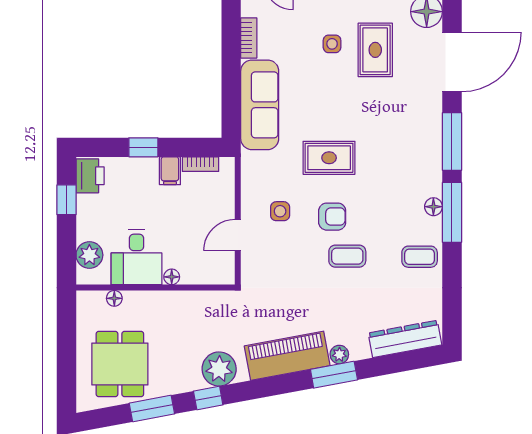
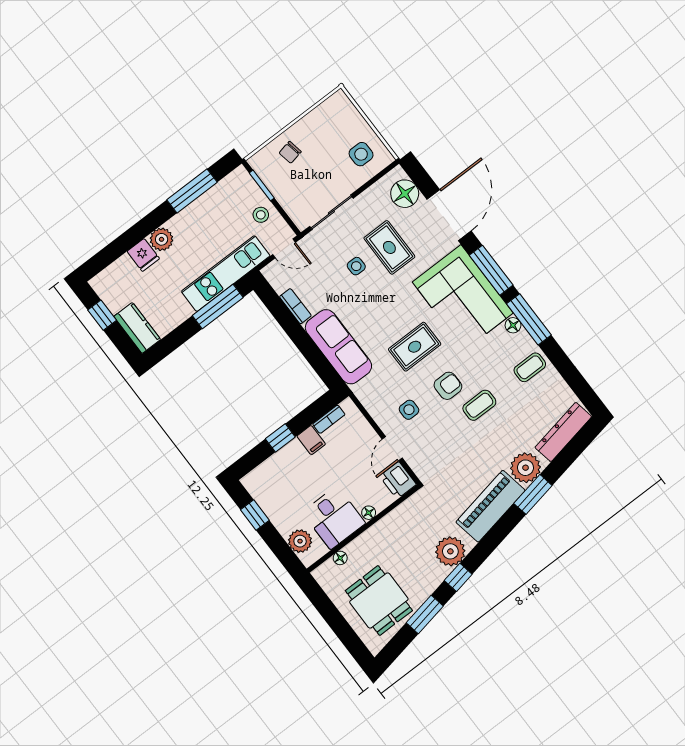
corner sofa: (407, 146) -> (463, 297), added
printer: (90, 176) -> (398, 480), moved, turned 180
plant: (339, 355) -> (526, 468), width x1.88, depth x1.88

